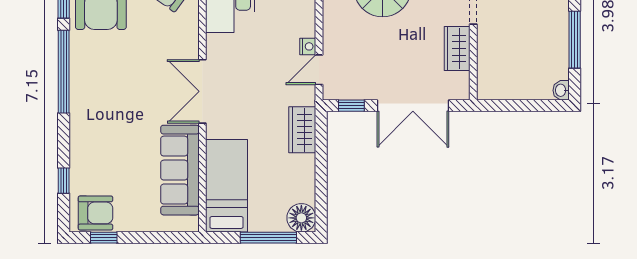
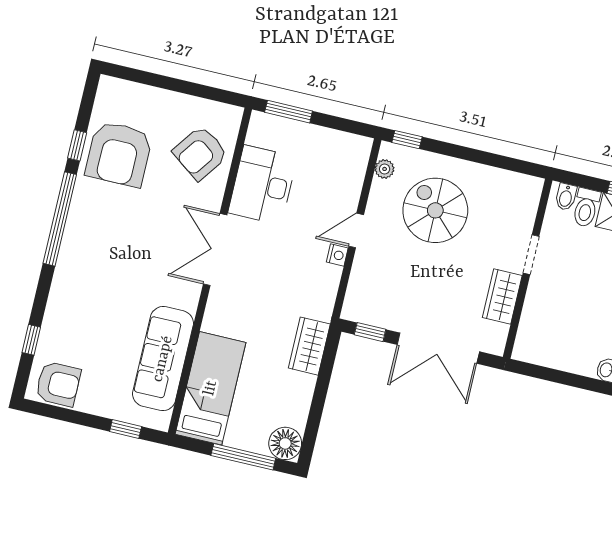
door: (319, 70) -> (356, 230), moved
double door: (202, 91) -> (215, 249), moved
window: (104, 238) -> (126, 429), moved

